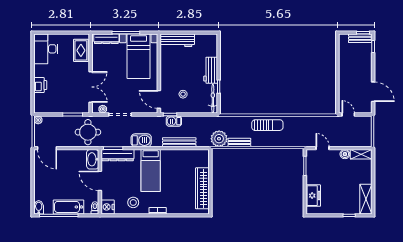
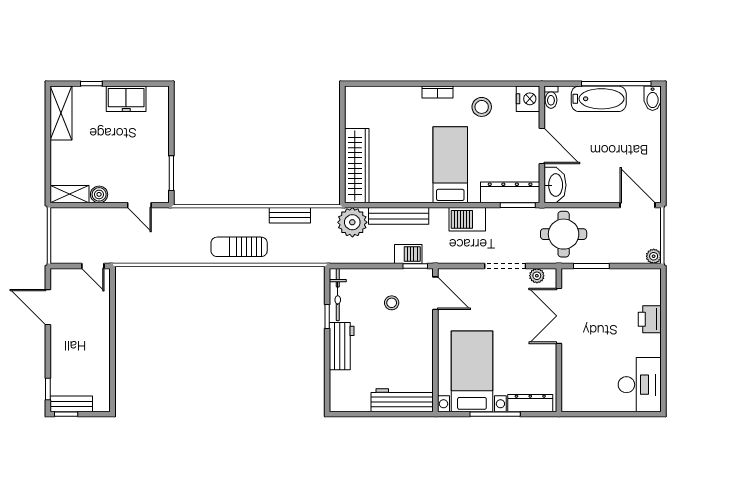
rug: (81, 50) -> (576, 382), removed
plant: (219, 139) -> (352, 222), moved
wardrobe: (202, 188) -> (357, 166), moved
freezer: (313, 196) -> (126, 99), moved, turned -90

